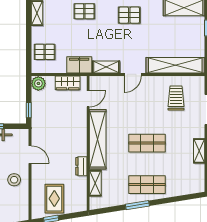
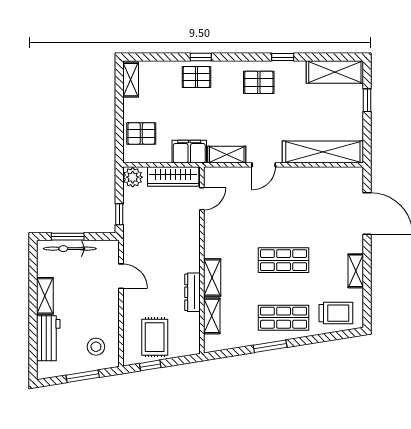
wardrobe: (68, 83) -> (173, 176), width x1.50
trolley: (176, 98) -> (336, 313), moved, turned 90
shelving: (98, 139) -> (212, 278), width x0.45, depth x0.75
dresser: (81, 166) -> (192, 292), width x1.44
stool: (14, 180) -> (96, 347), moved

